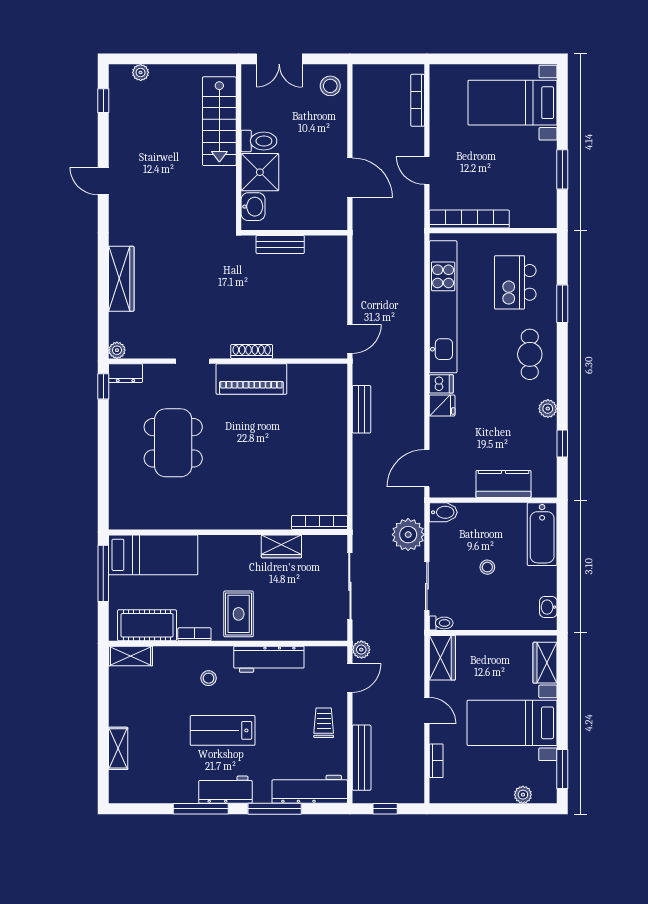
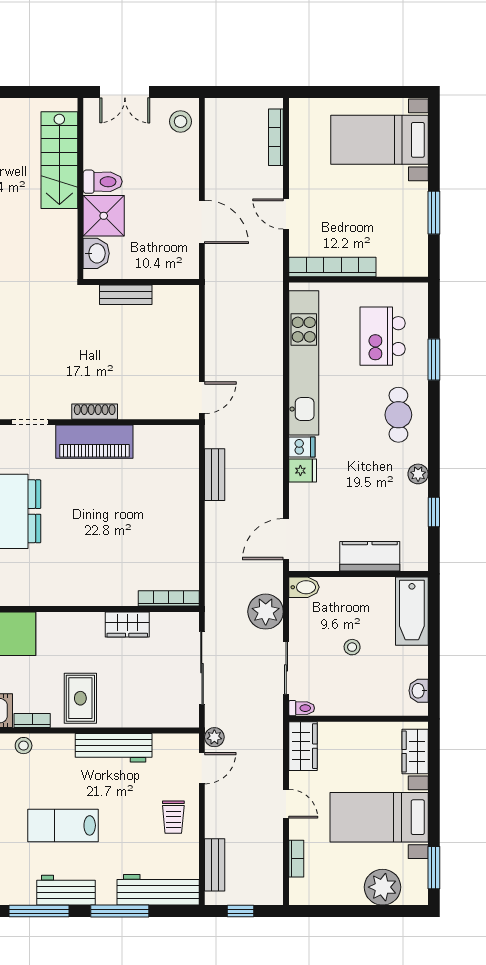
stool: (209, 678) -> (24, 746), moved
trolley: (324, 723) -> (173, 817), turned 180
bench: (362, 758) -> (215, 865), width x0.73
plant: (523, 795) -> (383, 887), width x1.88, depth x1.88

